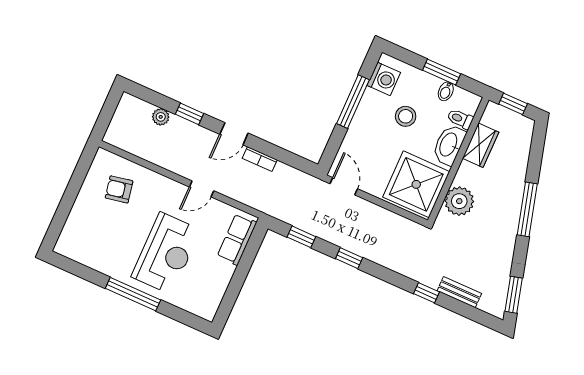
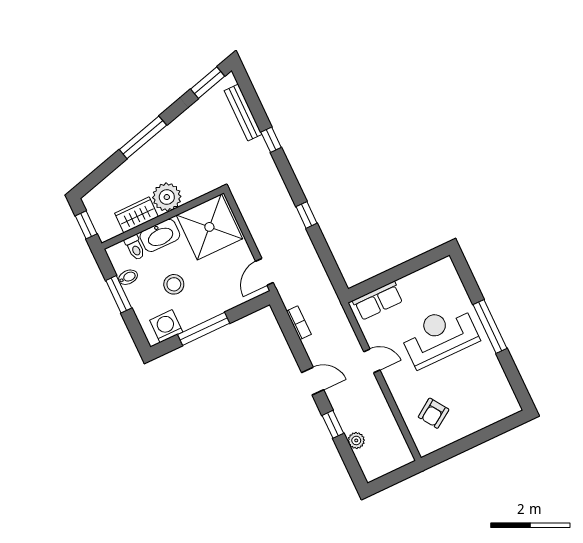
bookcase: (260, 159) -> (299, 323), moved
armchair: (119, 189) -> (434, 413), turned 67
plant: (459, 201) -> (167, 197), moved
window: (301, 237) -> (328, 261), removed
bench: (459, 292) -> (243, 113), width x1.36

